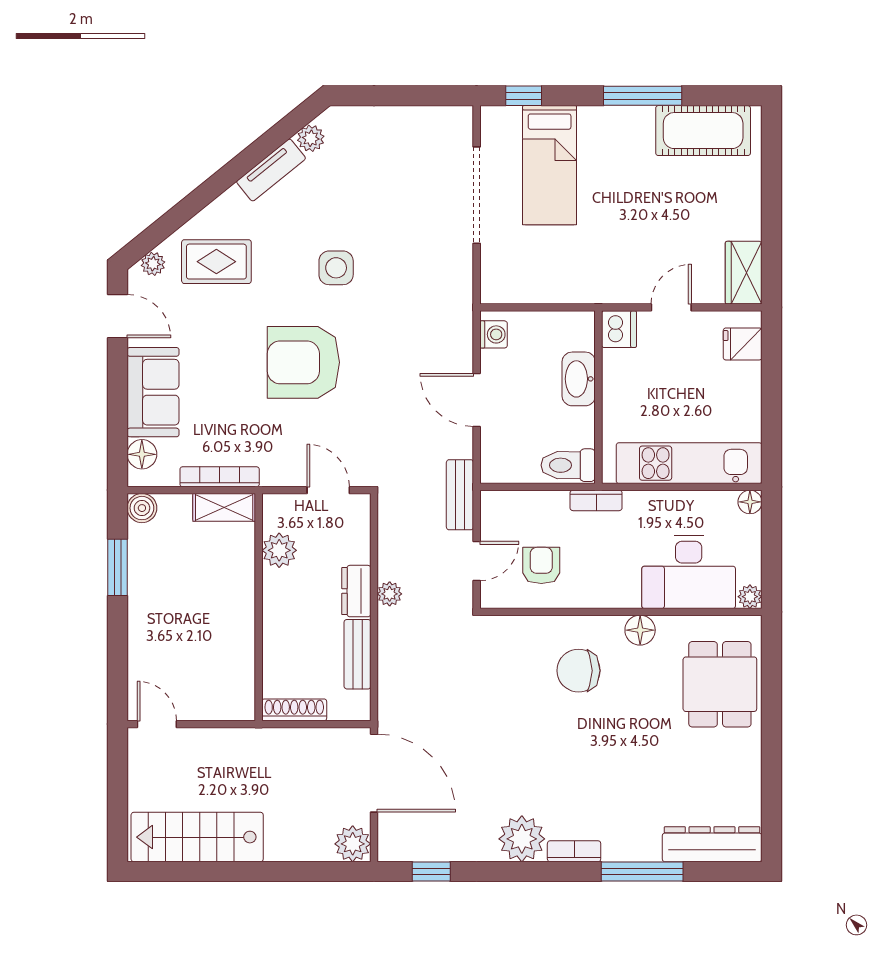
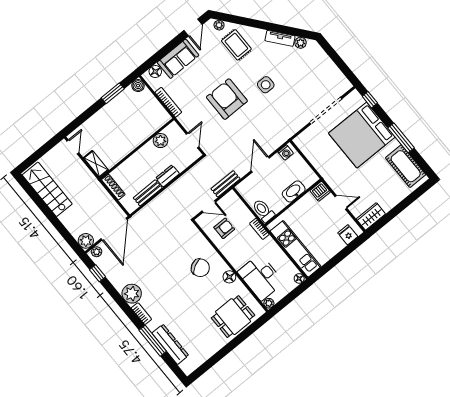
bed: (550, 165) -> (362, 135), width x2.04
shelving: (224, 507) -> (96, 164), moved
plant: (390, 594) -> (97, 252), moved
chair: (579, 671) -> (200, 268), turned 152
dresser: (712, 844) -> (170, 344), moved

